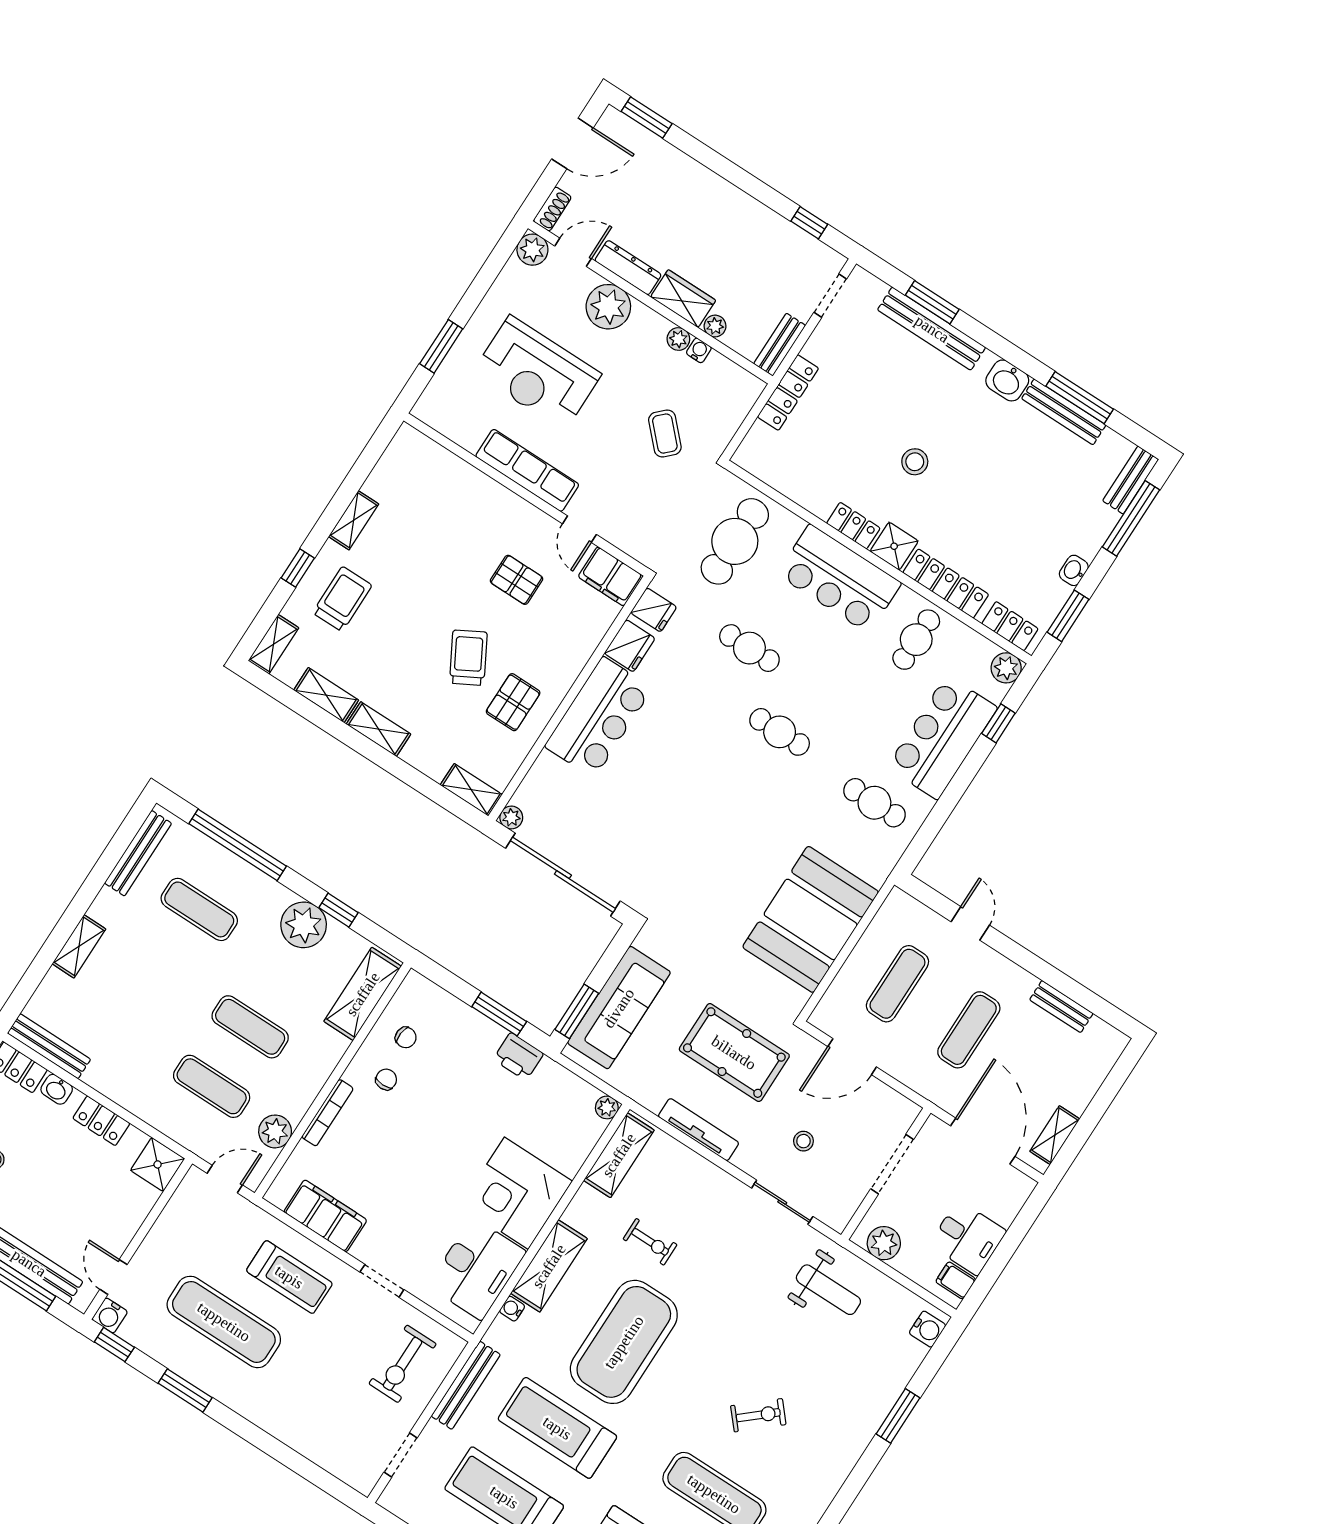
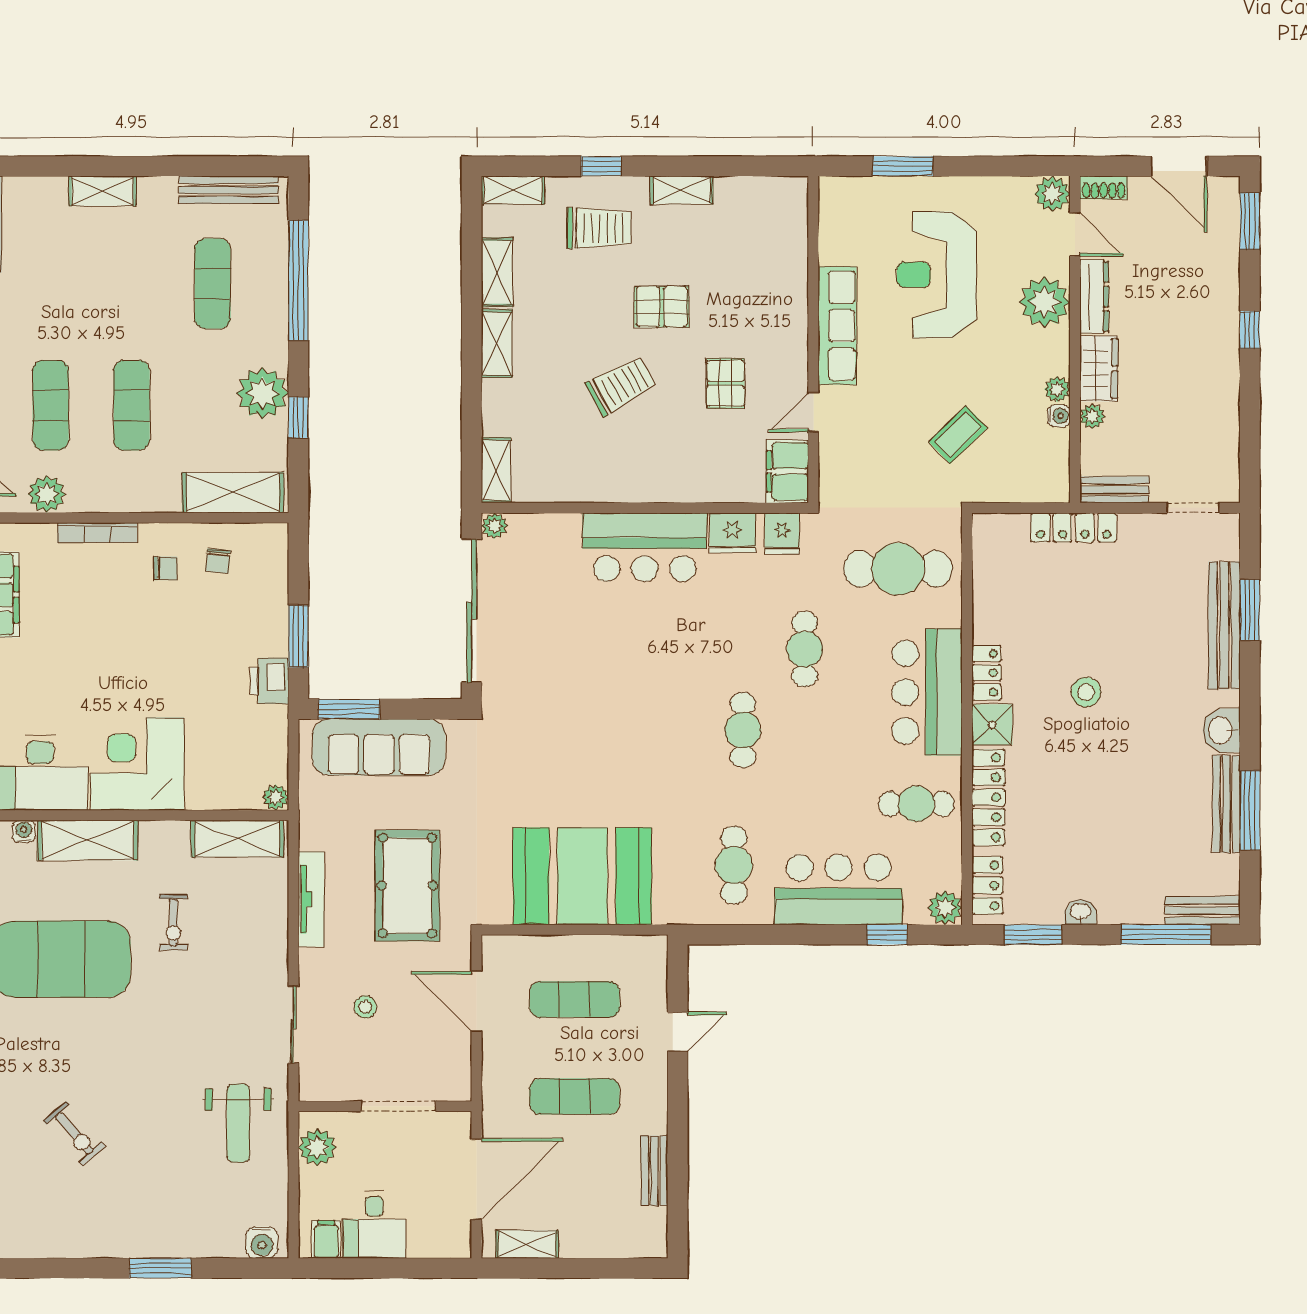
window: (809, 223) -> (1250, 330), moved
pallet: (513, 702) -> (662, 307), moved

